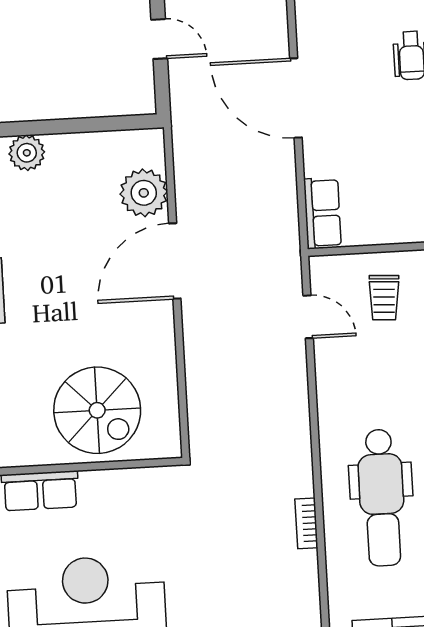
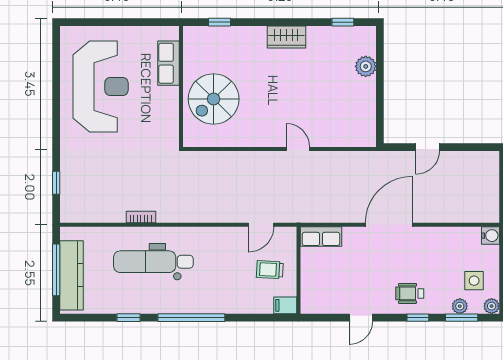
plant: (144, 193) -> (339, 133), removed
door: (175, 261) -> (298, 149), width x0.53

